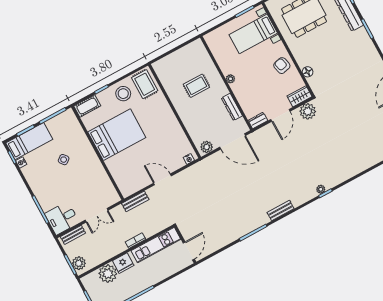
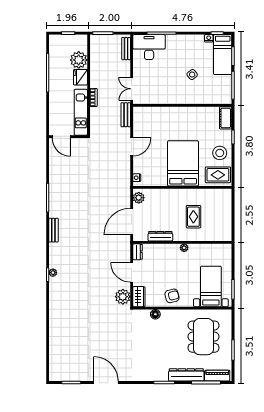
bed: (117, 135) -> (183, 163), moved, turned 180
double door: (97, 215) -> (132, 89), moved
desk: (62, 218) -> (149, 47), width x1.37
plant: (79, 263) -> (100, 41), removed

